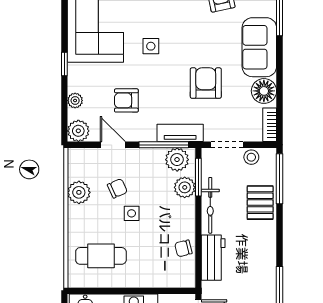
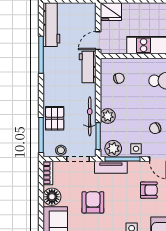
armchair: (206, 83) -> (93, 202), turned 180
plant: (185, 187) -> (108, 116), moved
side table: (132, 213) -> (136, 149), moved
chair: (183, 248) -> (119, 78), moved
workbench: (213, 258) -> (88, 67), moved

